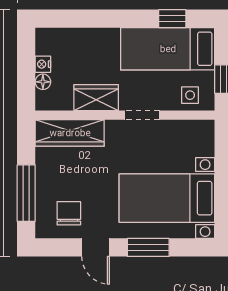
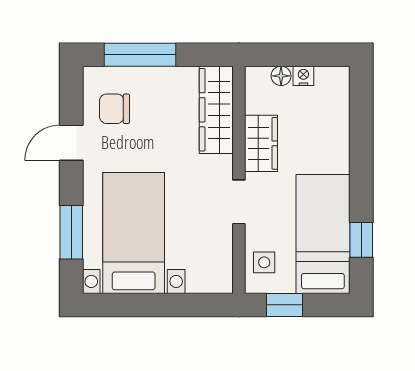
chair: (69, 213) -> (114, 109), turned 180
window: (148, 247) -> (71, 232), moved

